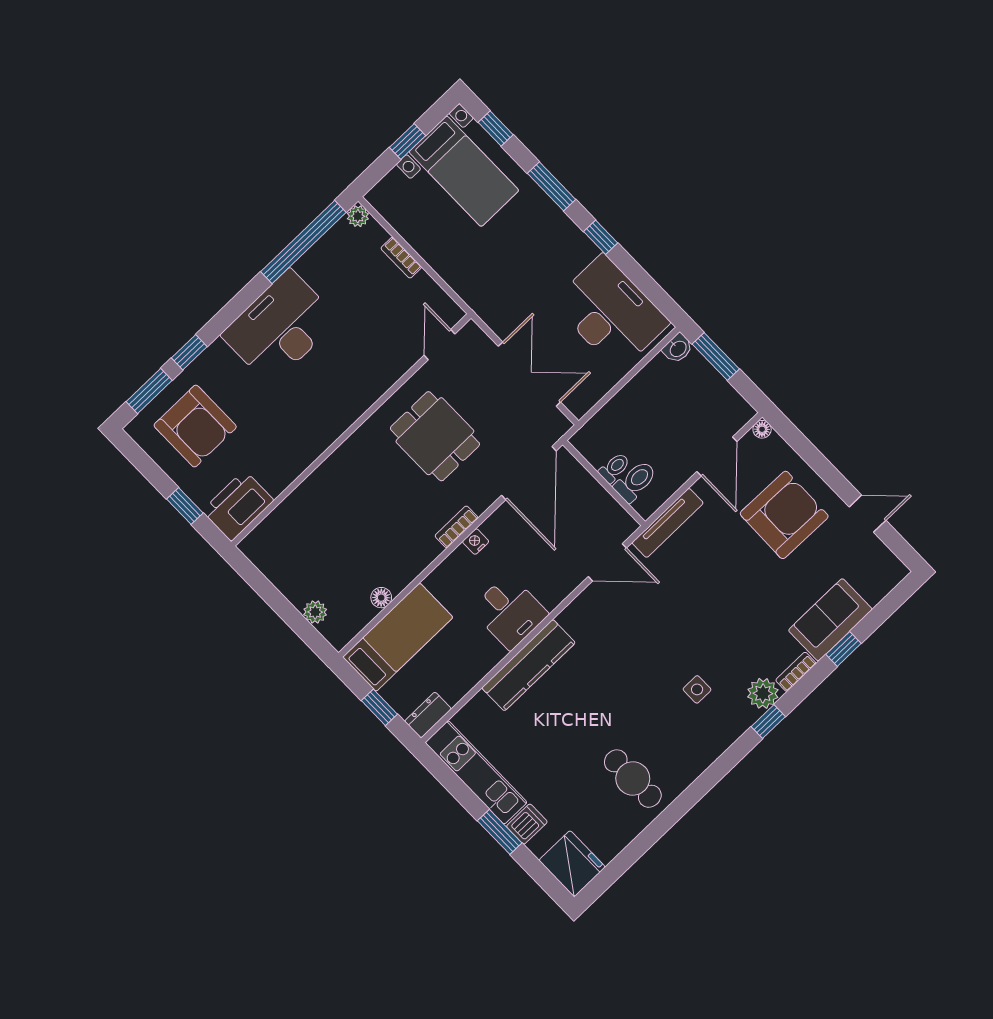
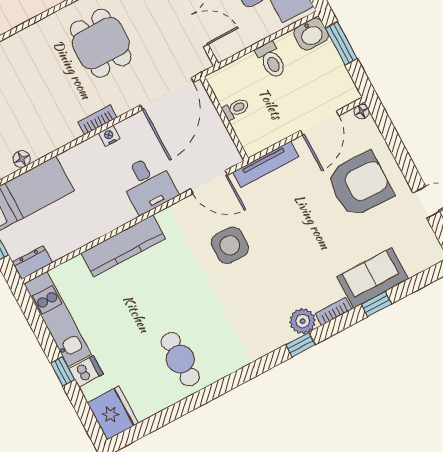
washbasin: (678, 348) -> (311, 34), width x1.38, depth x1.45
toilet: (635, 481) -> (271, 60), moved, turned 90
desk: (509, 612) -> (148, 184), moved
side table: (697, 689) -> (230, 245), moved, width x1.87, depth x1.87
window: (500, 832) -> (63, 371), width x0.67

